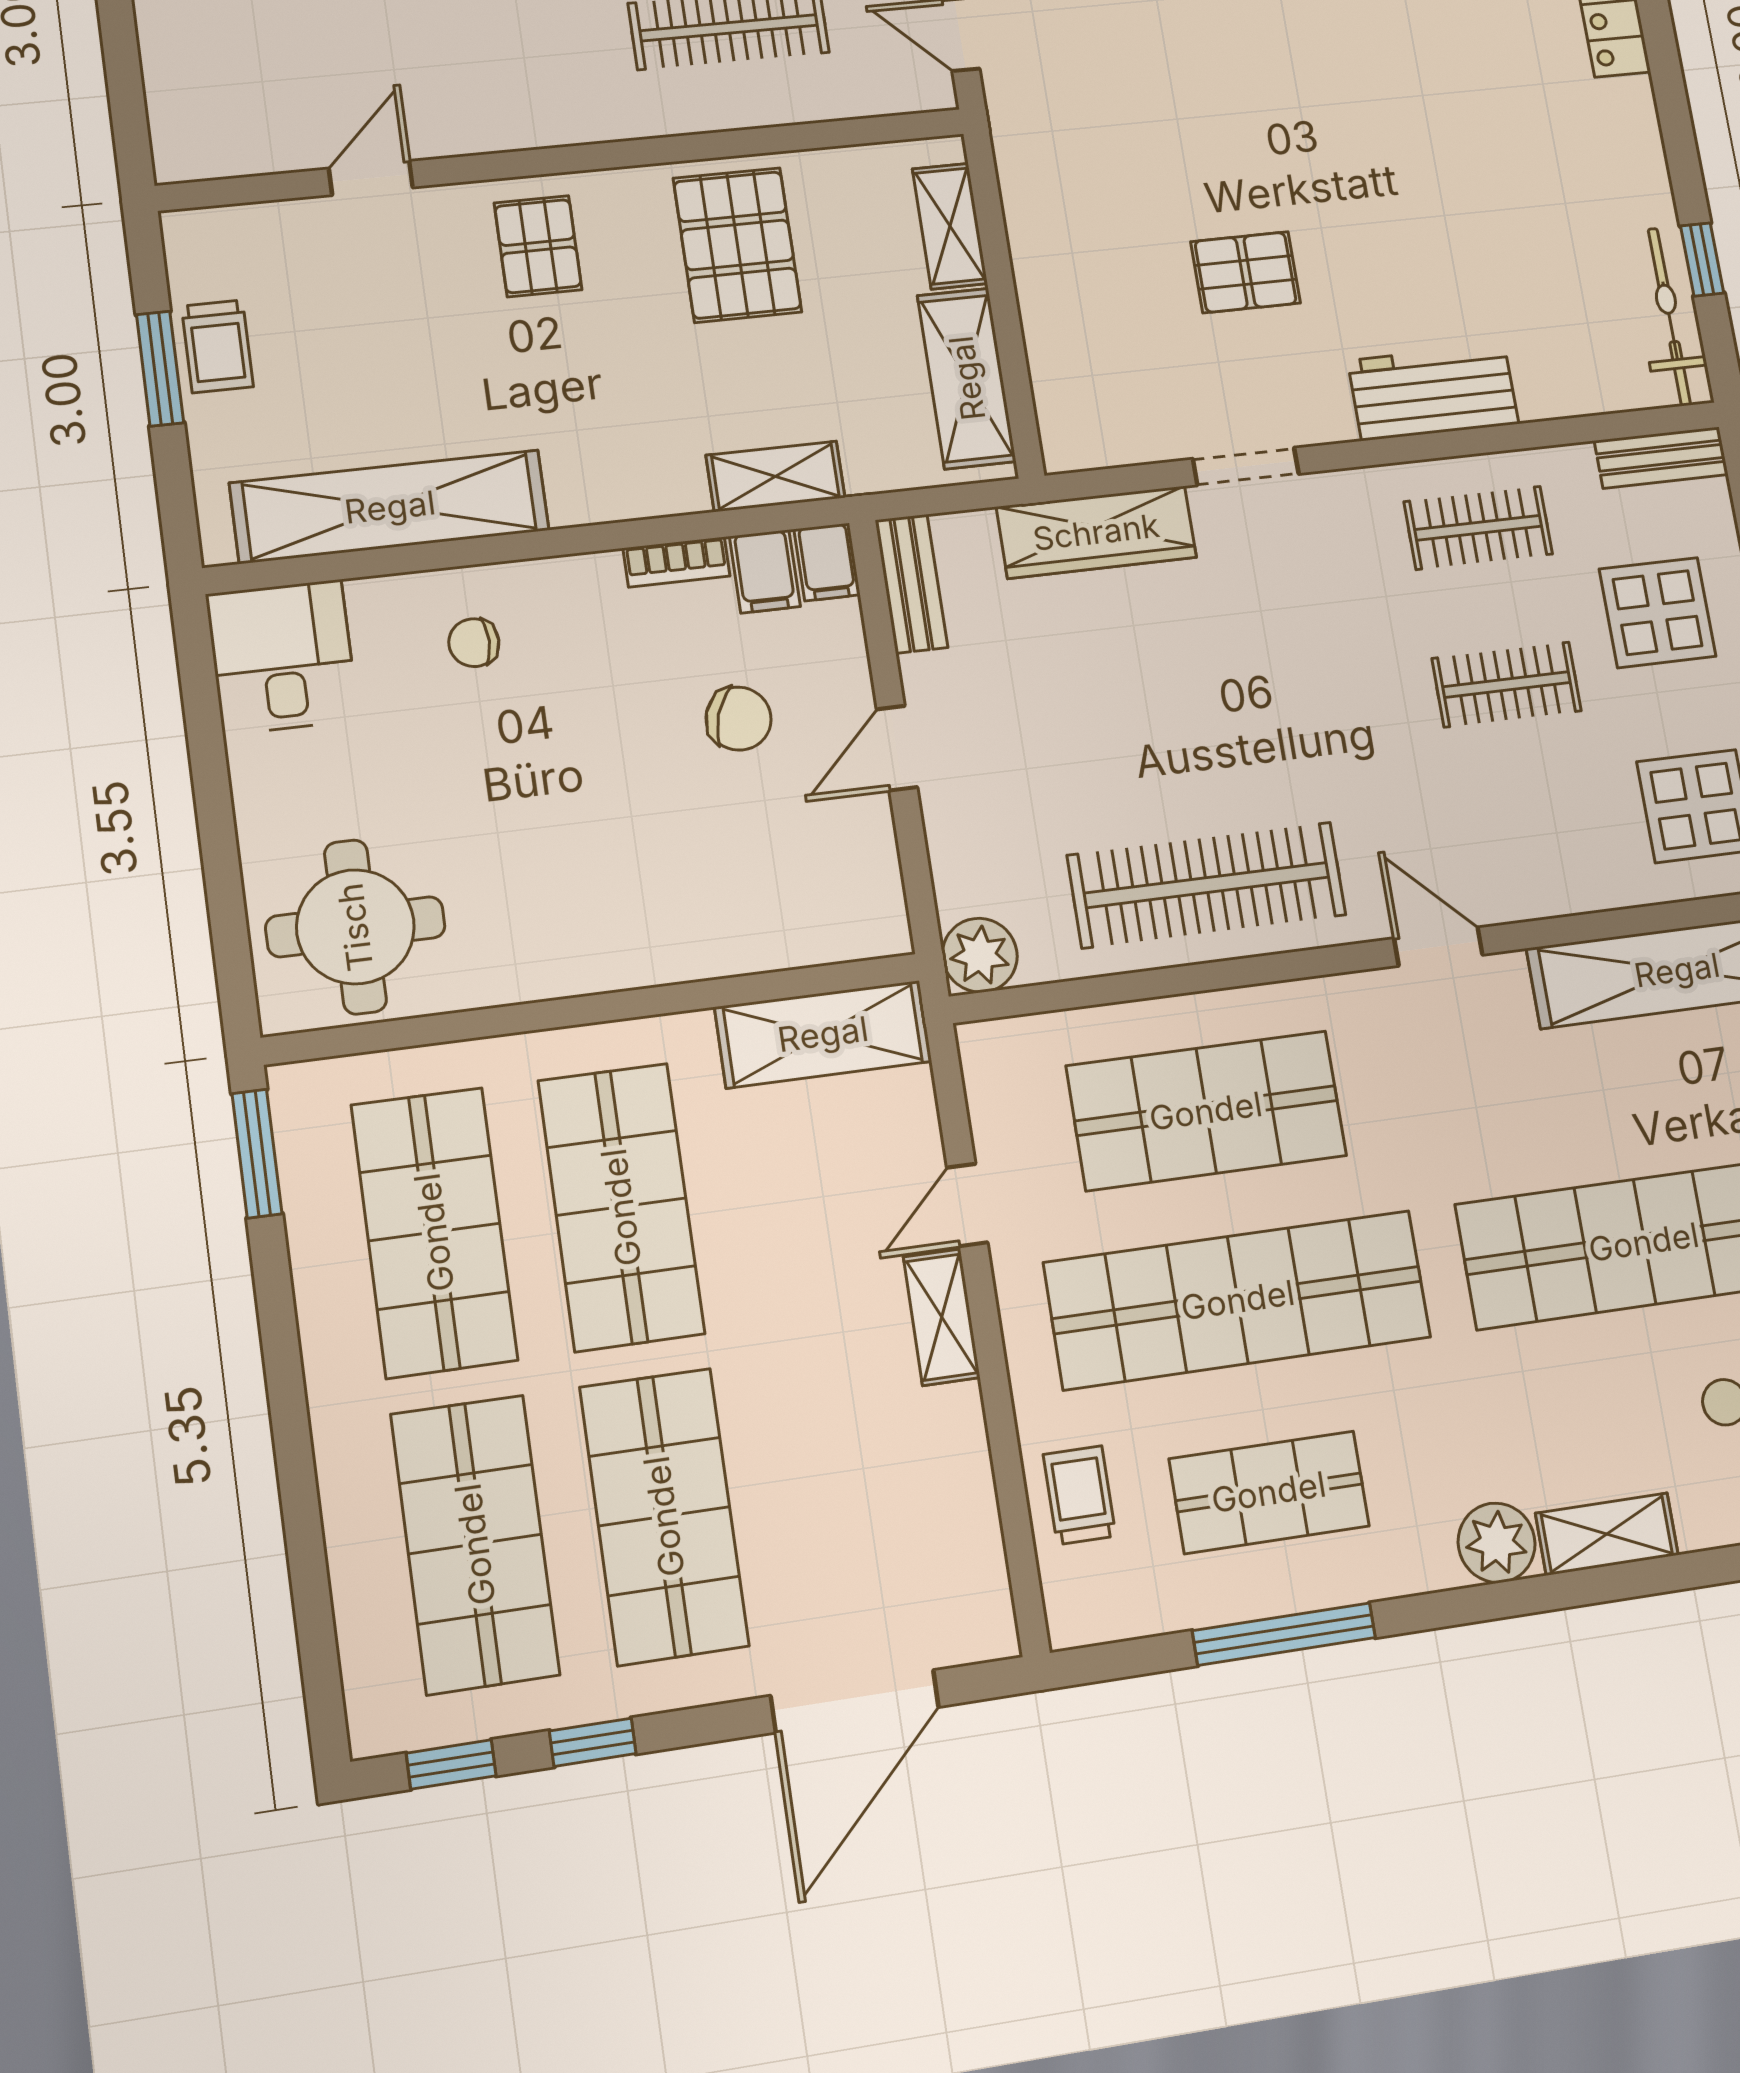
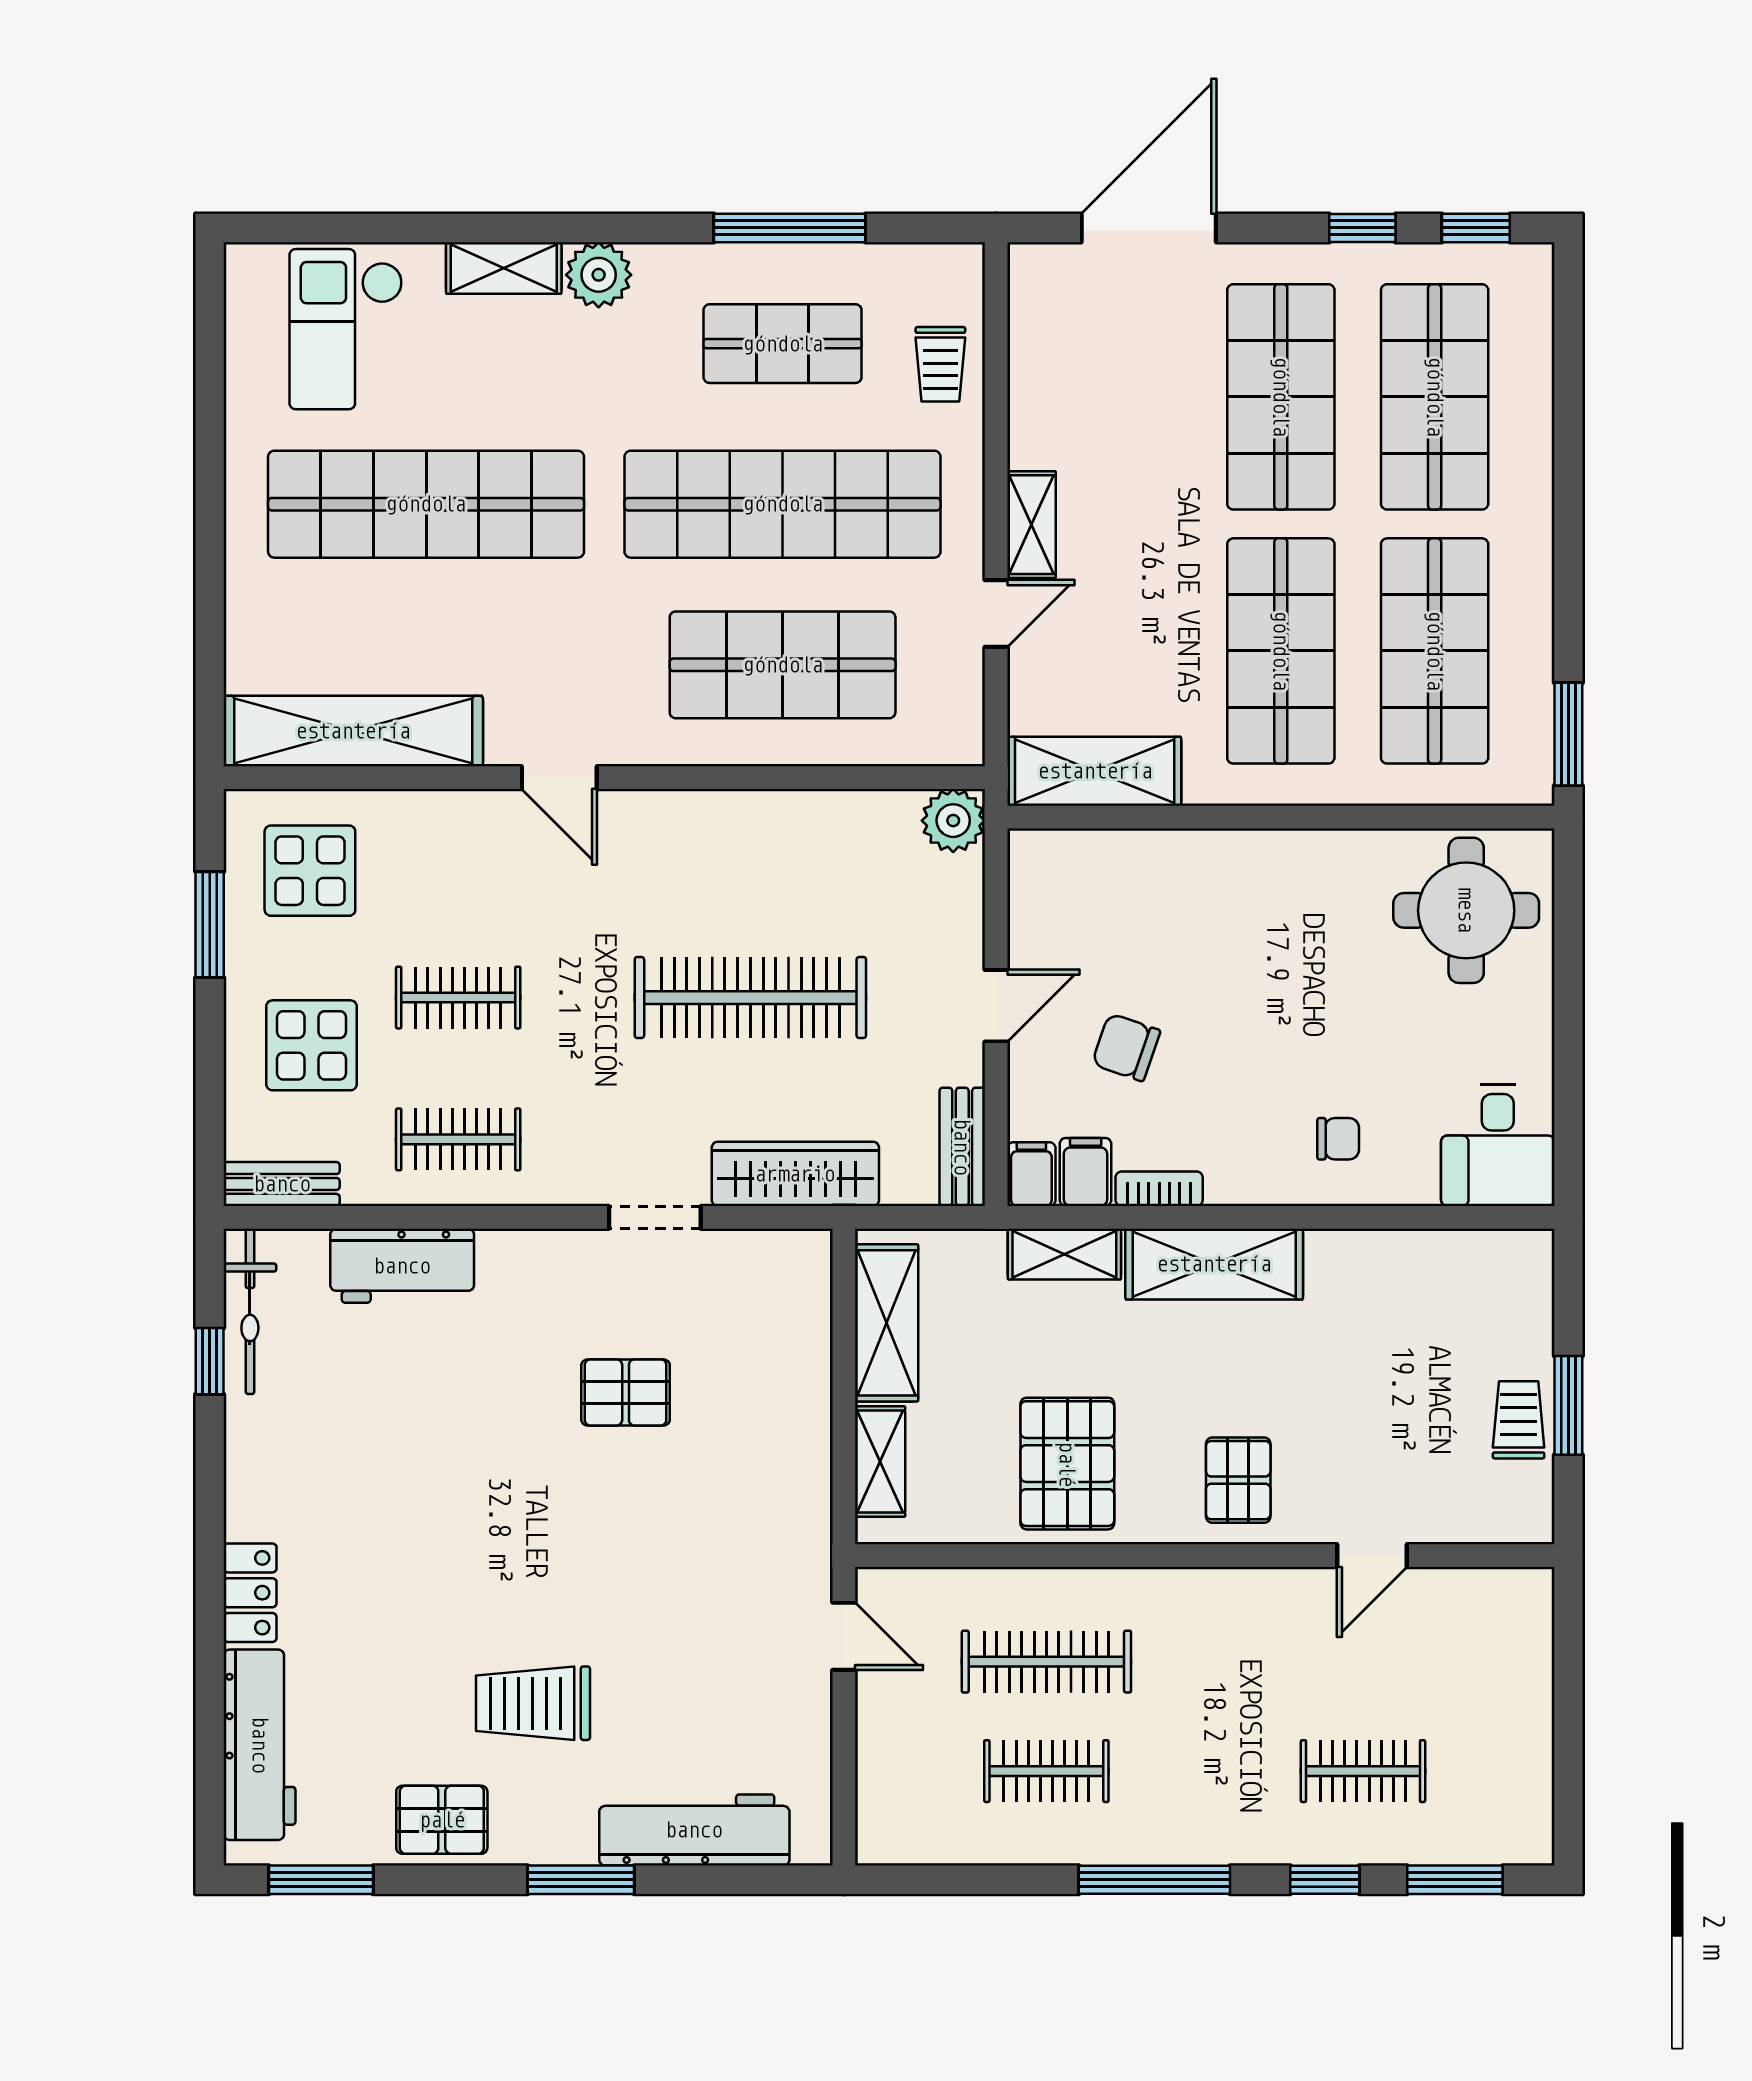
workbench: (1433, 392) -> (402, 1266), moved
shelving: (390, 507) -> (1214, 1264), moved, width x0.68
clothes rail: (1207, 885) -> (750, 998), moved

